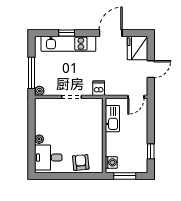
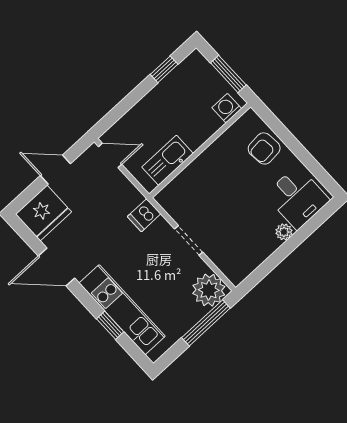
plant: (39, 91) -> (209, 290), width x1.88, depth x1.88

